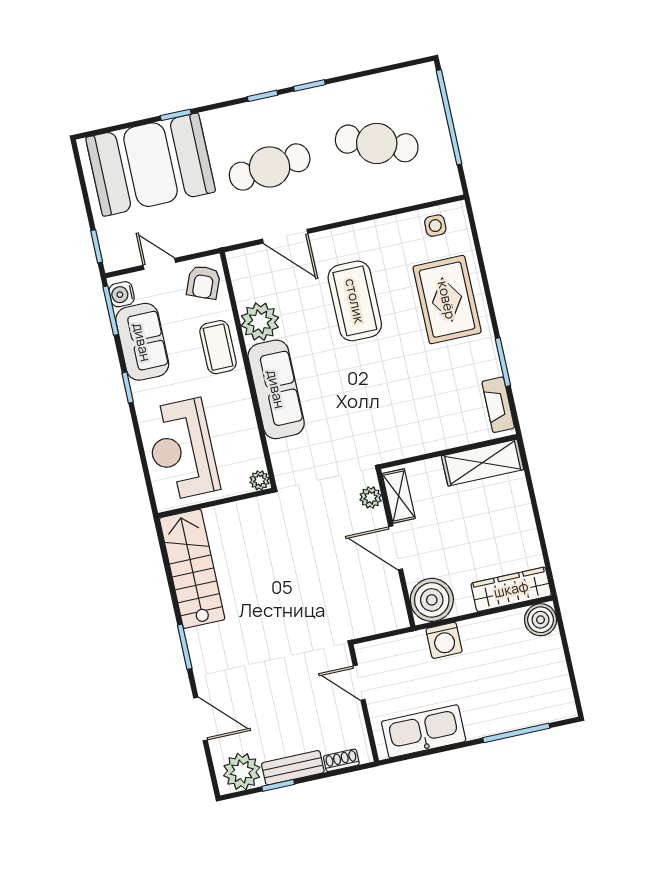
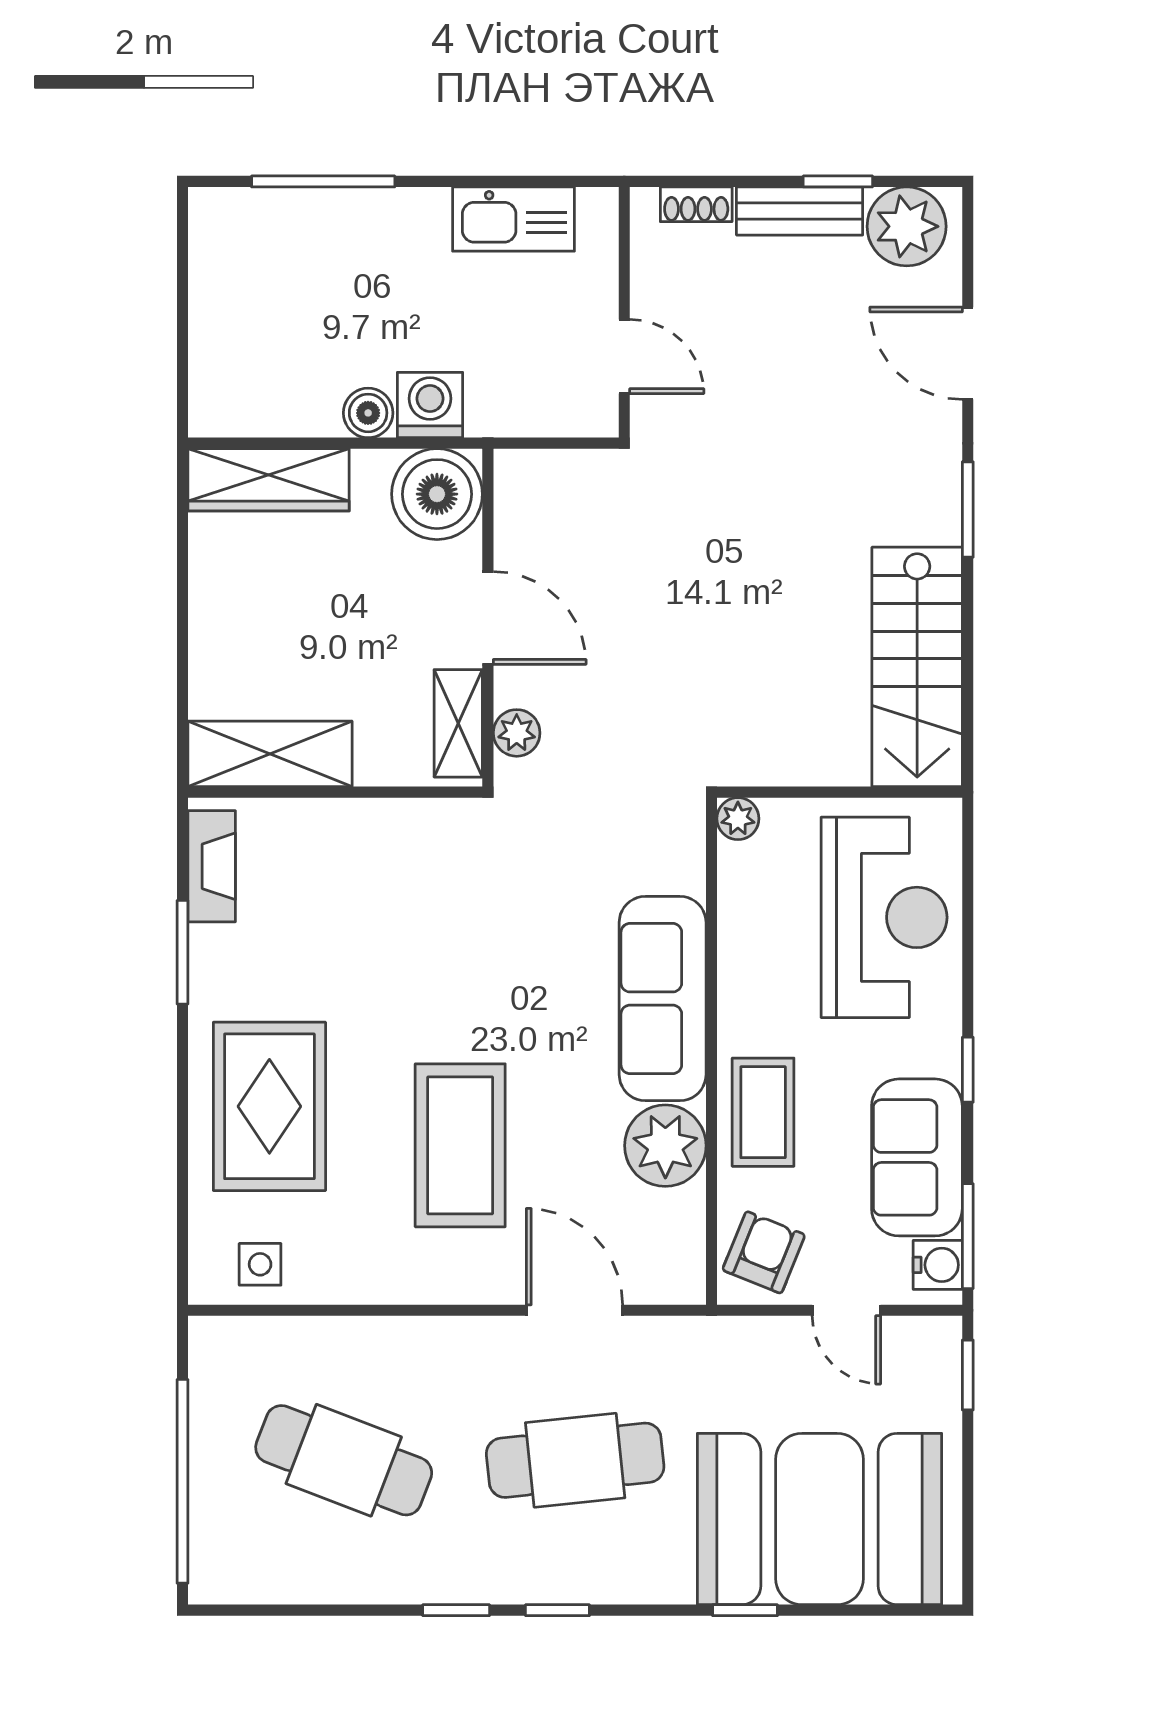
boiler: (541, 620) -> (368, 413), moved, width x0.73, depth x0.73
kitchen sink: (424, 731) -> (514, 219), width x0.73, depth x0.81

